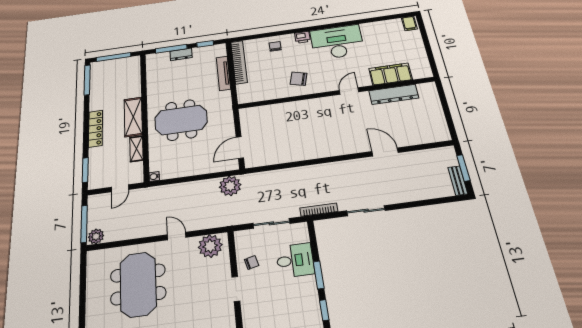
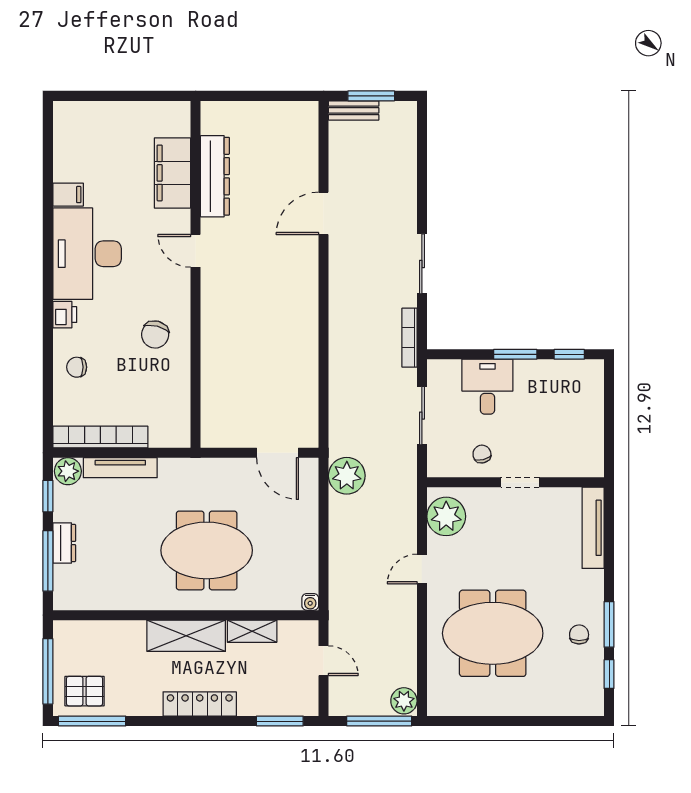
filing cabinet: (409, 23) -> (68, 195), moved
plant: (219, 51) -> (68, 471), added
pallet: (103, 74) -> (85, 691), added
meeting table: (181, 120) -> (207, 550), turned 90
bench: (458, 181) -> (354, 110), moved

